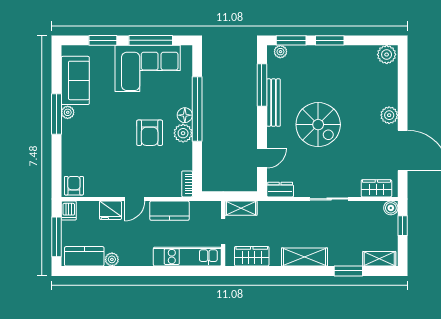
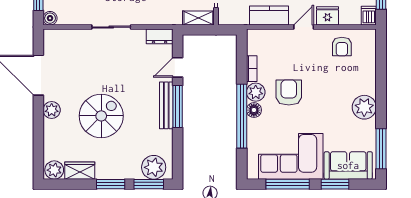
plant: (280, 52) -> (154, 167), width x1.87, depth x1.87
sofa: (75, 80) -> (348, 165), moved, turned 90
window: (262, 85) -> (178, 106), moved
bench: (273, 103) -> (166, 105), moved
plant: (68, 112) -> (364, 107), width x1.88, depth x1.88
window: (56, 114) -> (381, 149), moved
spiral stairs: (318, 125) -> (101, 116), moved, turned 90
bookcase: (187, 184) -> (252, 69), moved
armchair: (74, 186) -> (342, 47), moved
wardrobe: (376, 188) -> (80, 171), moved, turned 180

